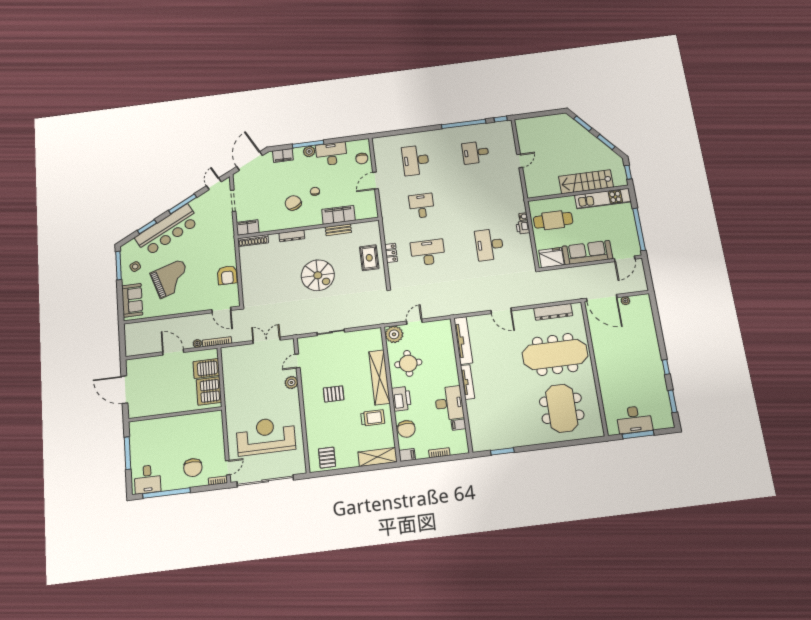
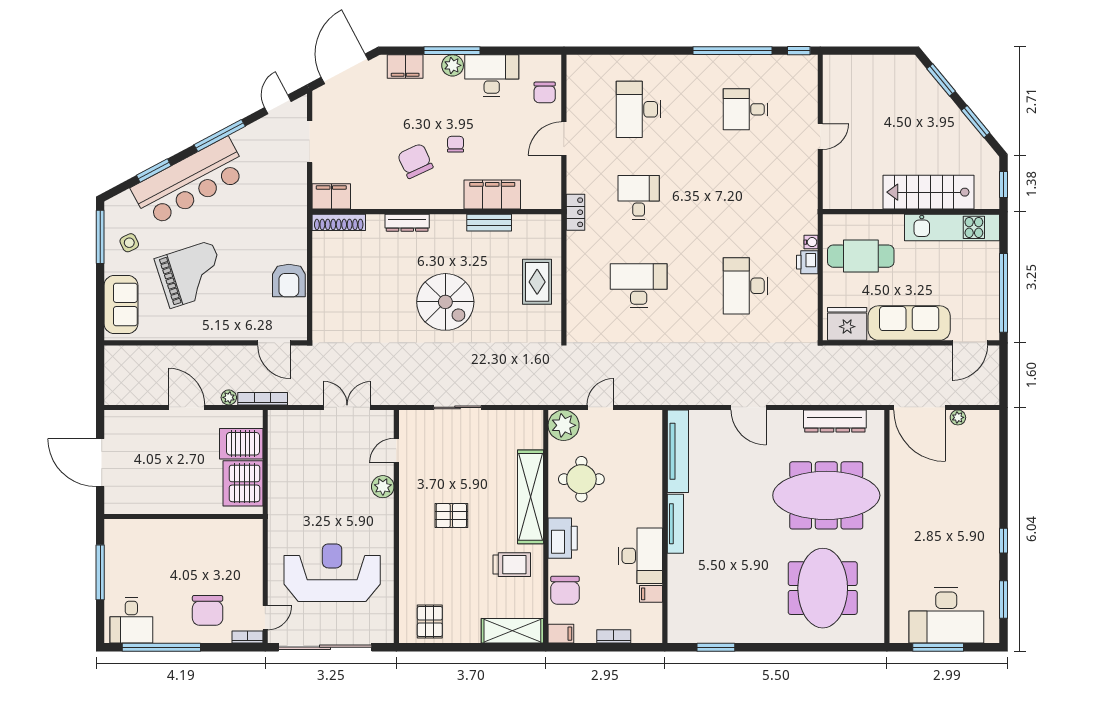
locker: (391, 253) -> (576, 212), moved
desk: (634, 420) -> (946, 615), width x1.36, depth x1.30

